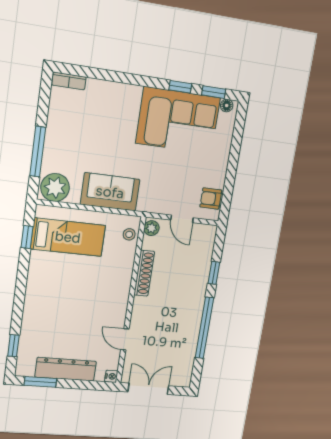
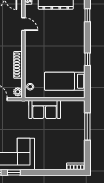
plant: (55, 188) -> (75, 108), removed
window: (27, 237) -> (87, 59), moved

